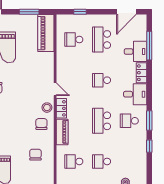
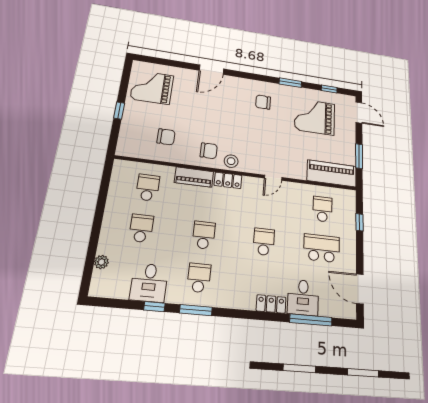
door: (55, 89) -> (273, 178), moved
desk: (135, 94) -> (149, 283), moved
school desk: (101, 121) -> (204, 235), width x0.54

